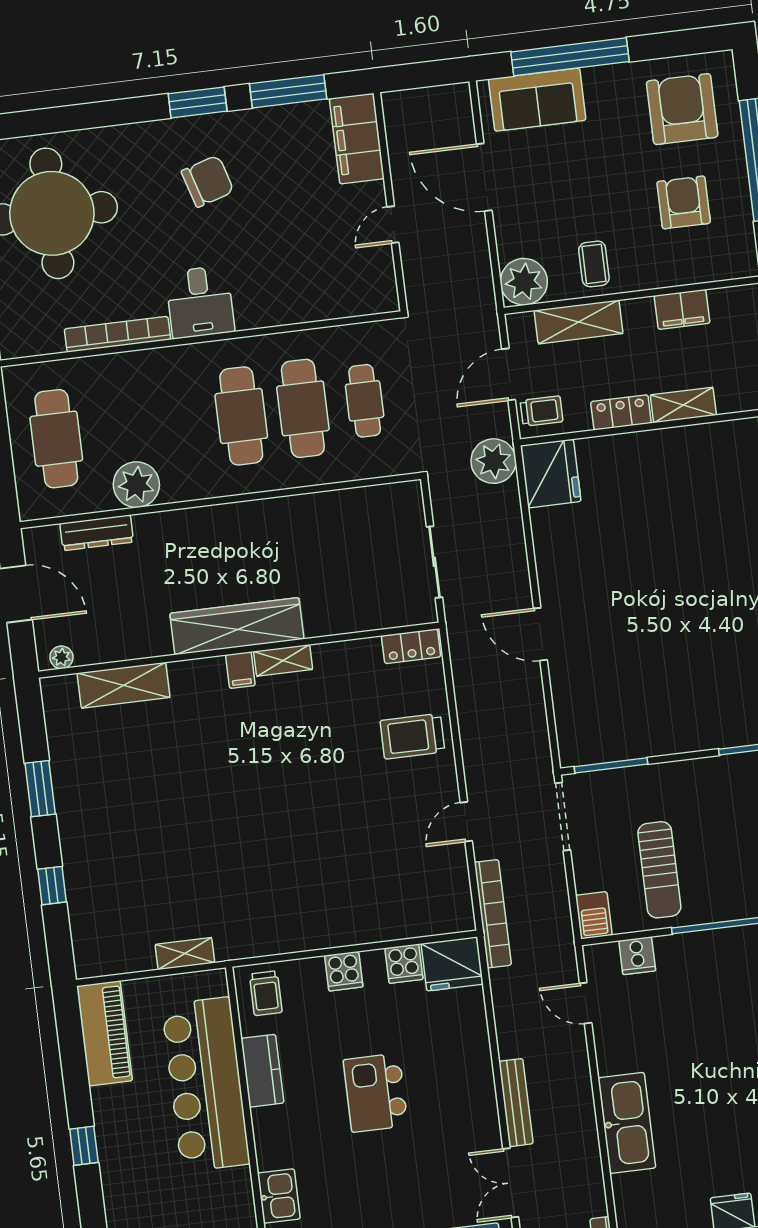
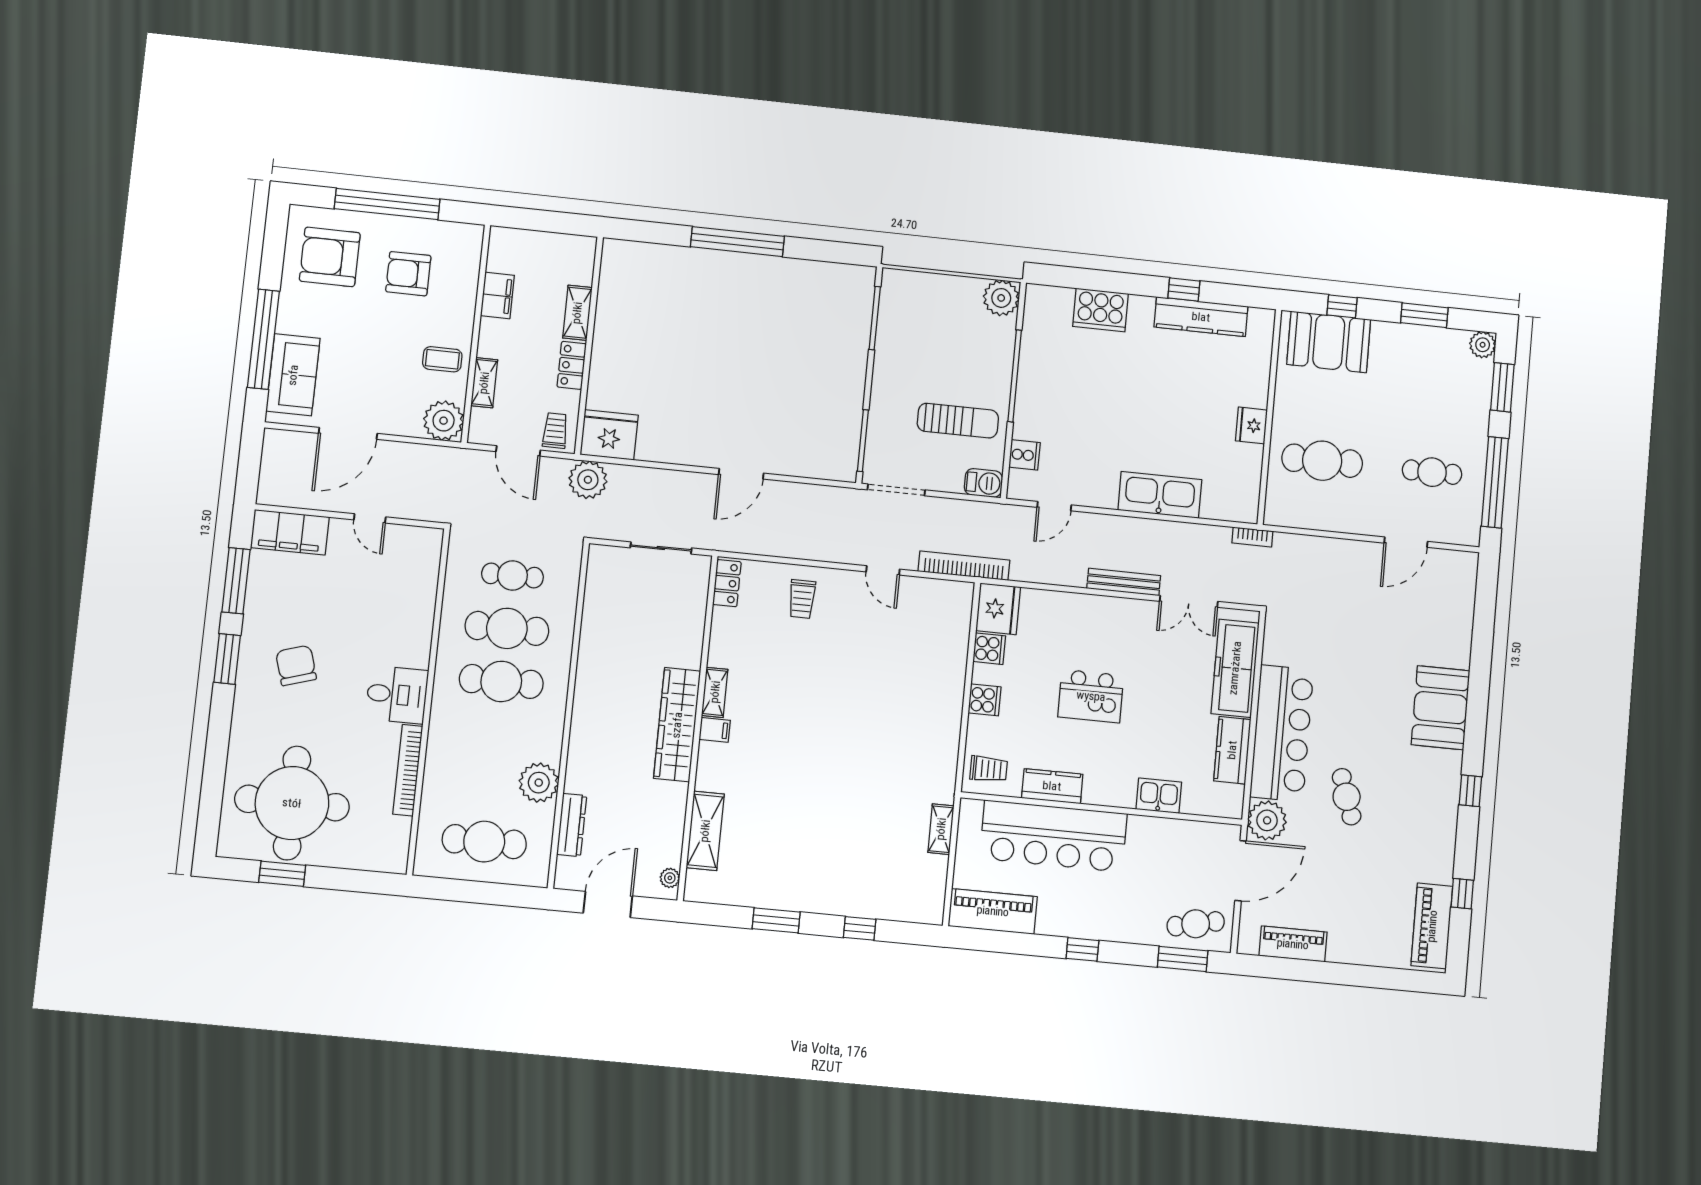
shelving: (579, 322) -> (484, 383), width x0.67, depth x0.75
trolley: (412, 736) -> (802, 599), width x0.73, depth x0.72

